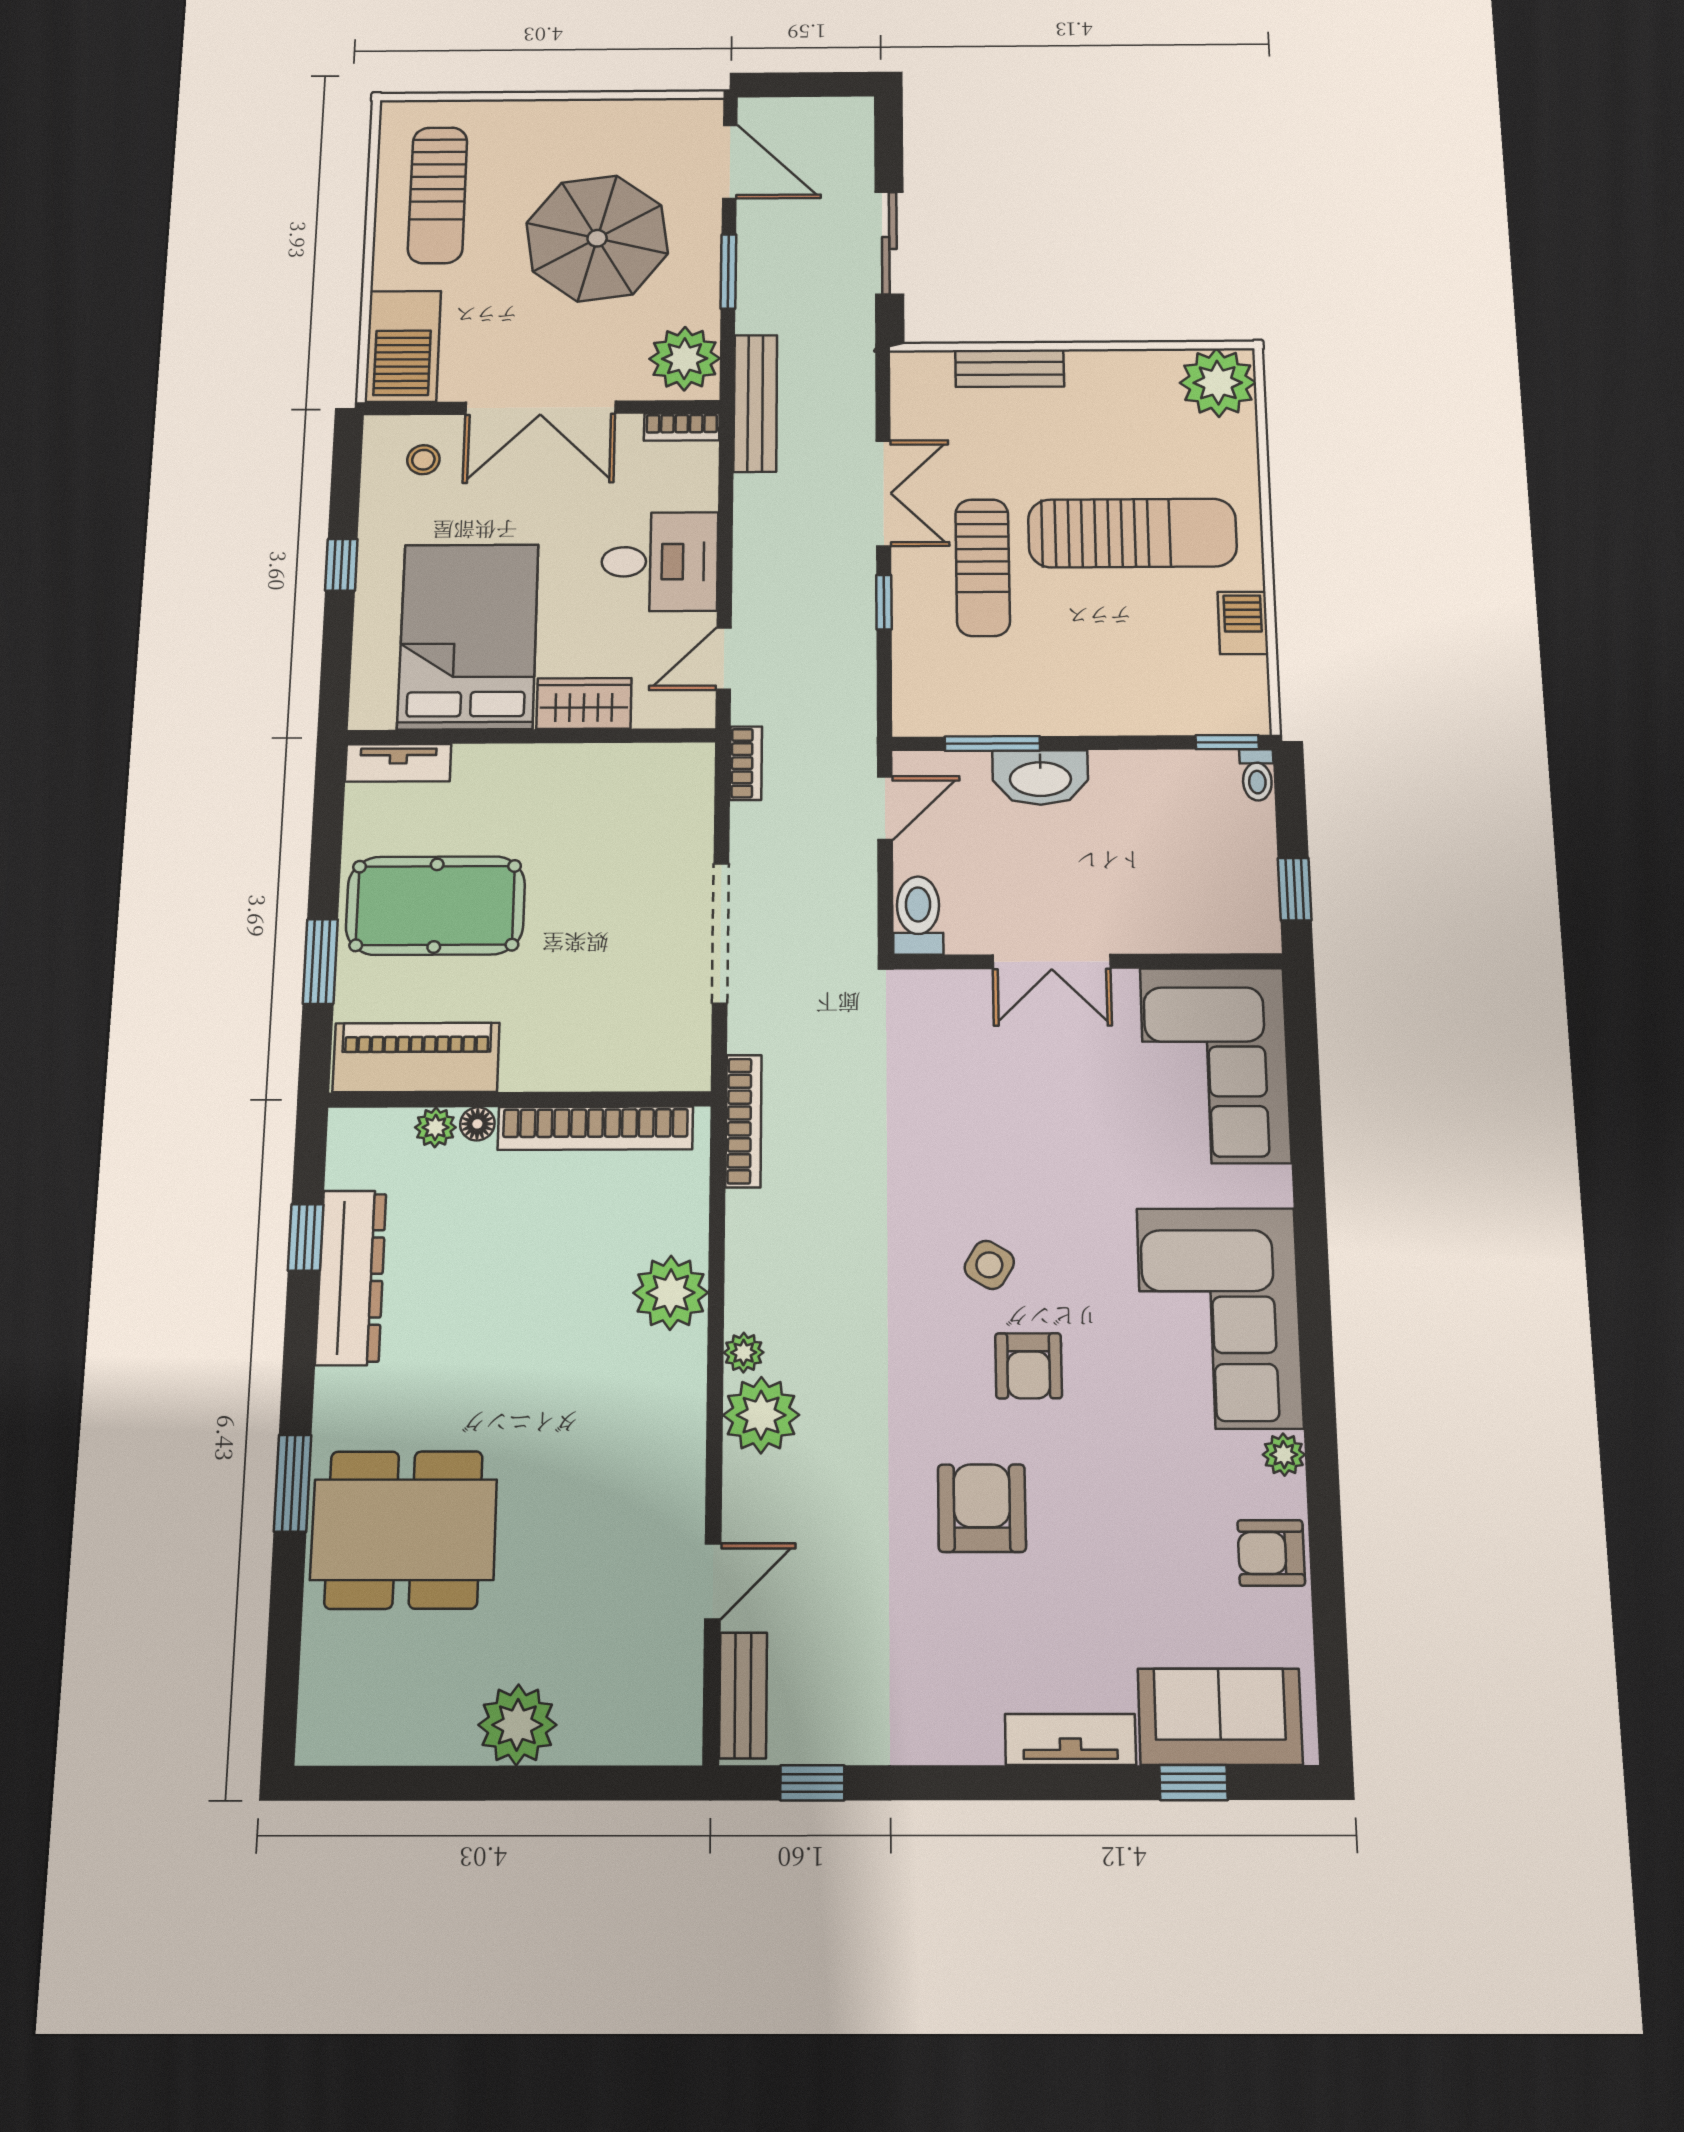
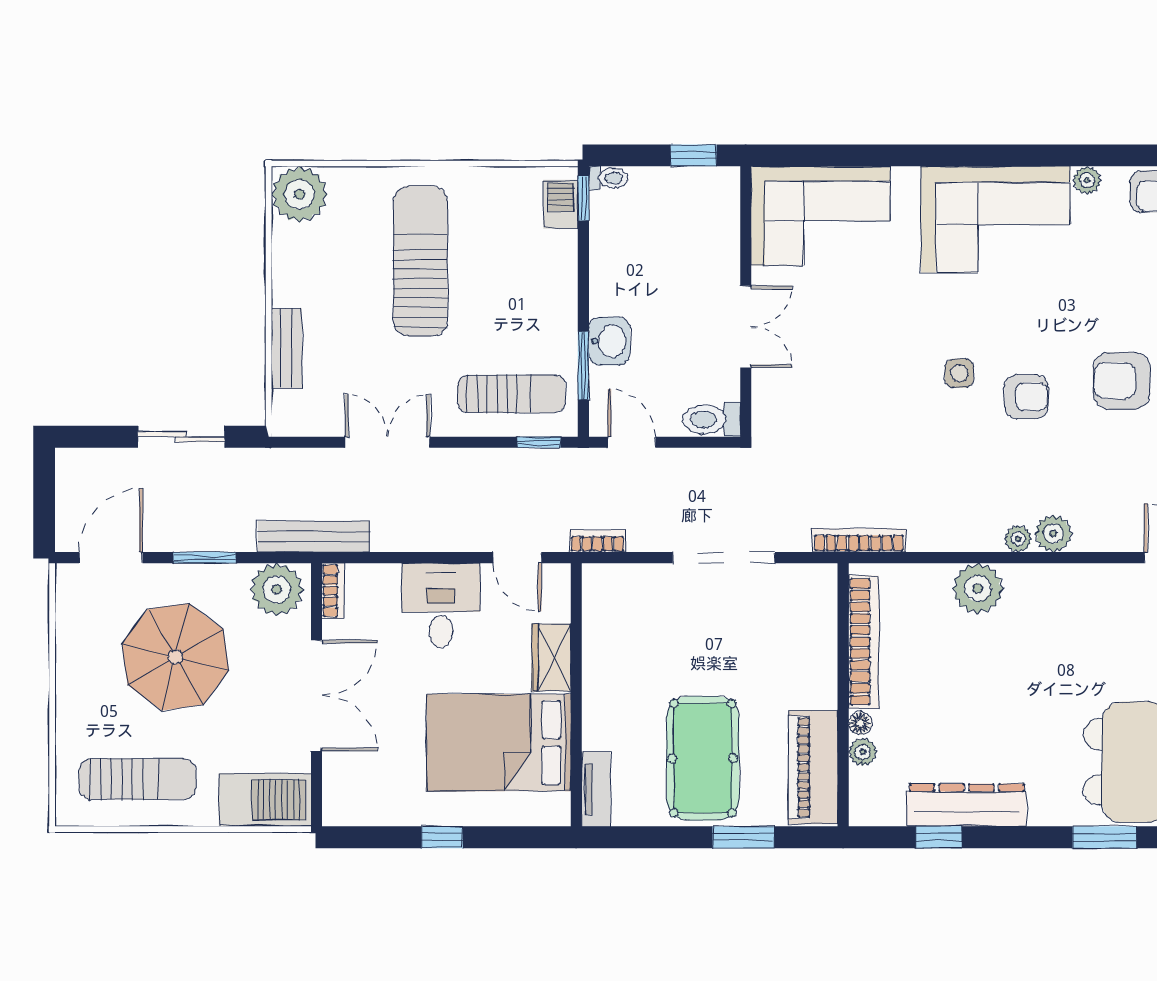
stool: (423, 460) -> (358, 781), removed
sun lounger: (983, 567) -> (511, 394), moved
window: (884, 602) -> (539, 442), moved
barbecue: (1243, 623) -> (561, 204), moved, turned 90
washbasin: (1040, 777) -> (609, 341), width x0.72
side table: (989, 1265) -> (959, 373), turned -31
armchair: (1029, 1366) -> (1026, 397), moved
plant: (761, 1415) -> (1053, 534), width x0.73, depth x0.73

